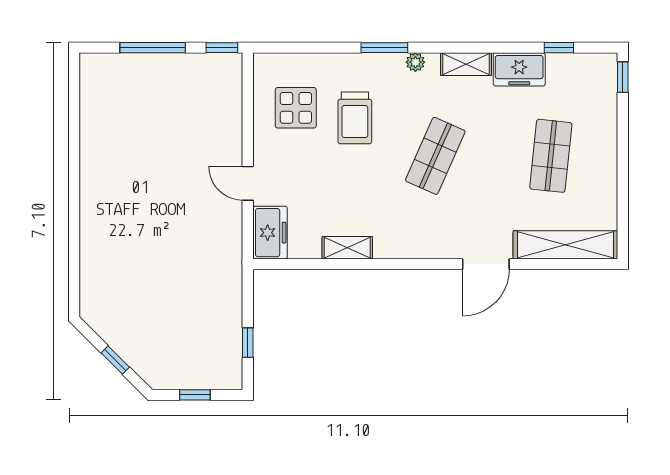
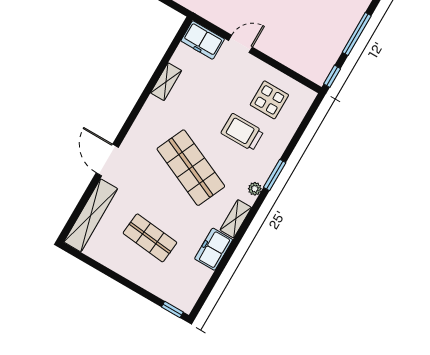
window: (559, 48) -> (213, 281), removed
shop shelf: (435, 156) -> (191, 168), width x1.43, depth x1.36

